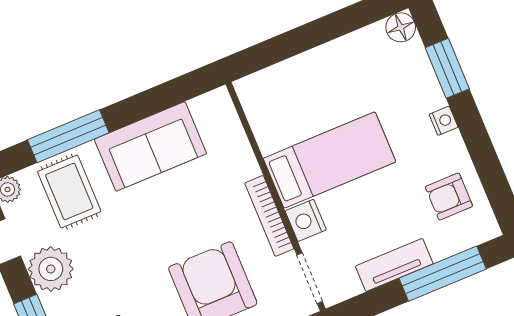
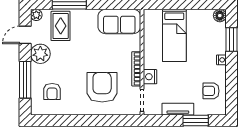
sofa: (150, 146) -> (119, 21), moved
bed: (330, 160) -> (174, 35), moved, turned 90
window: (443, 274) -> (196, 121), width x0.69

